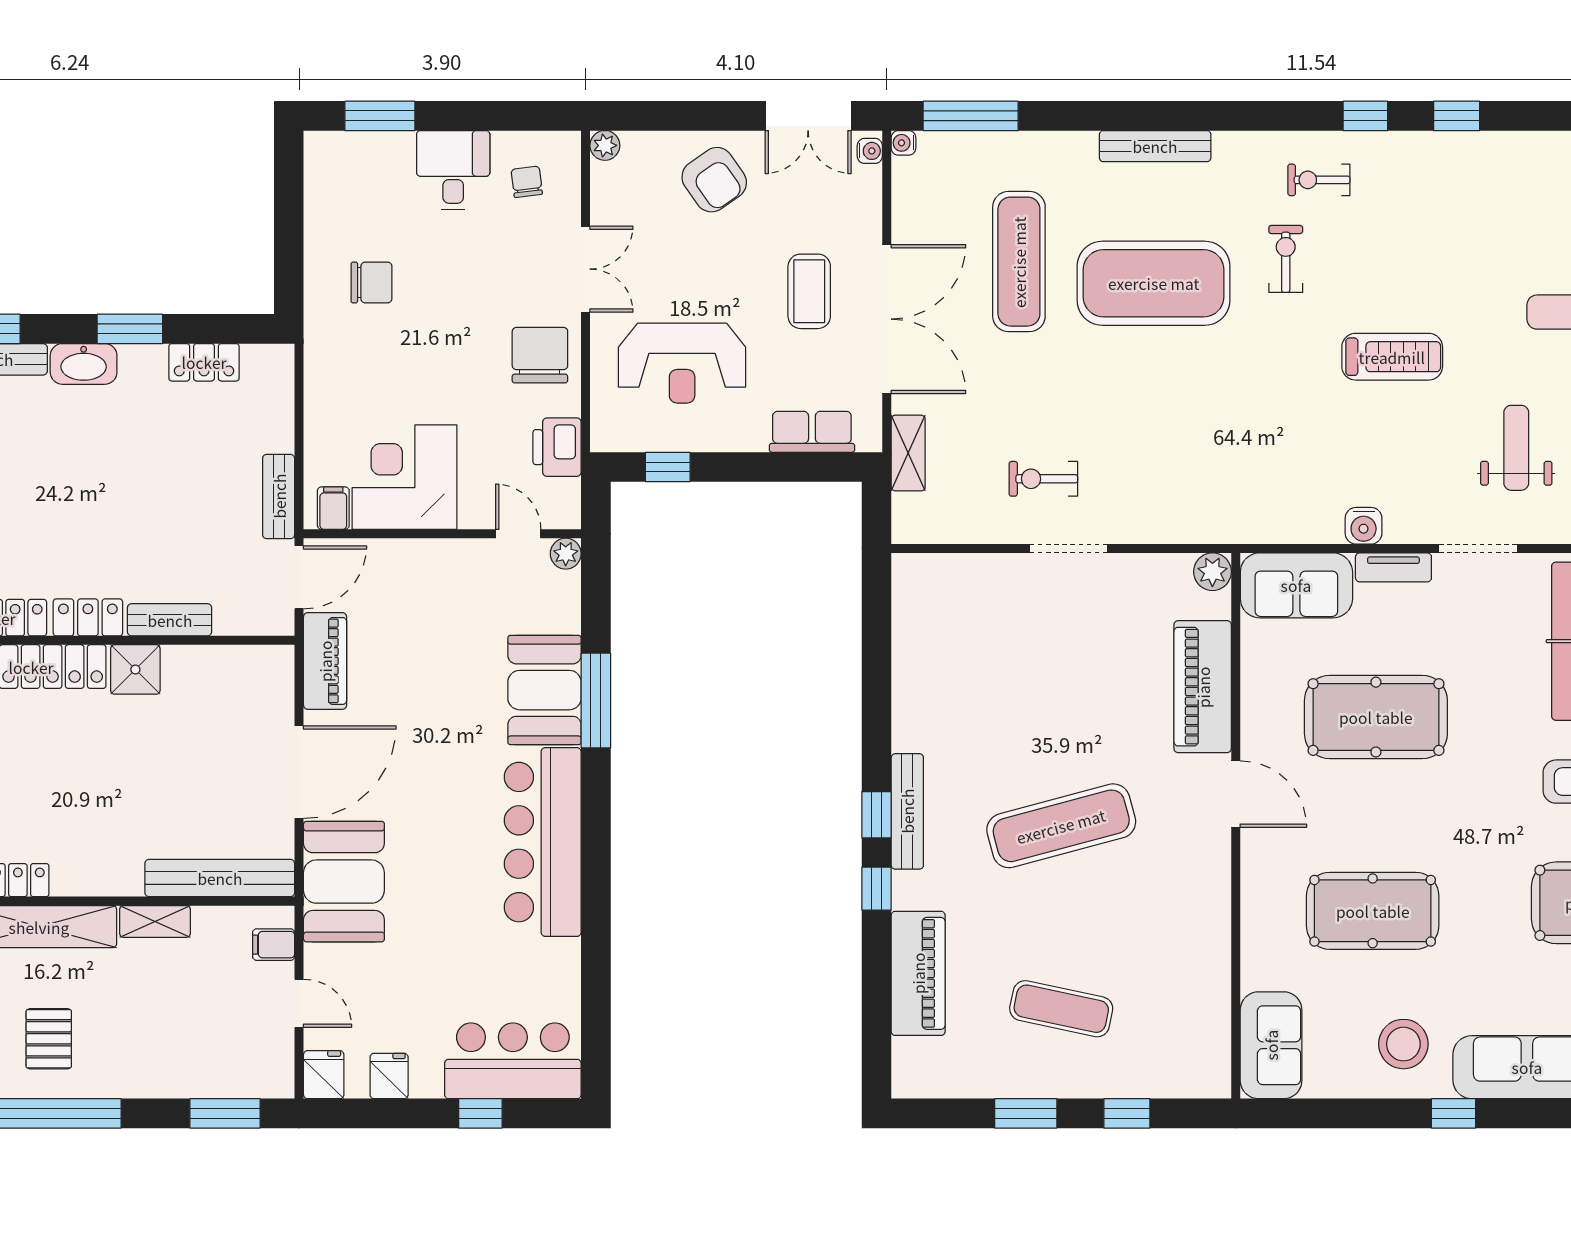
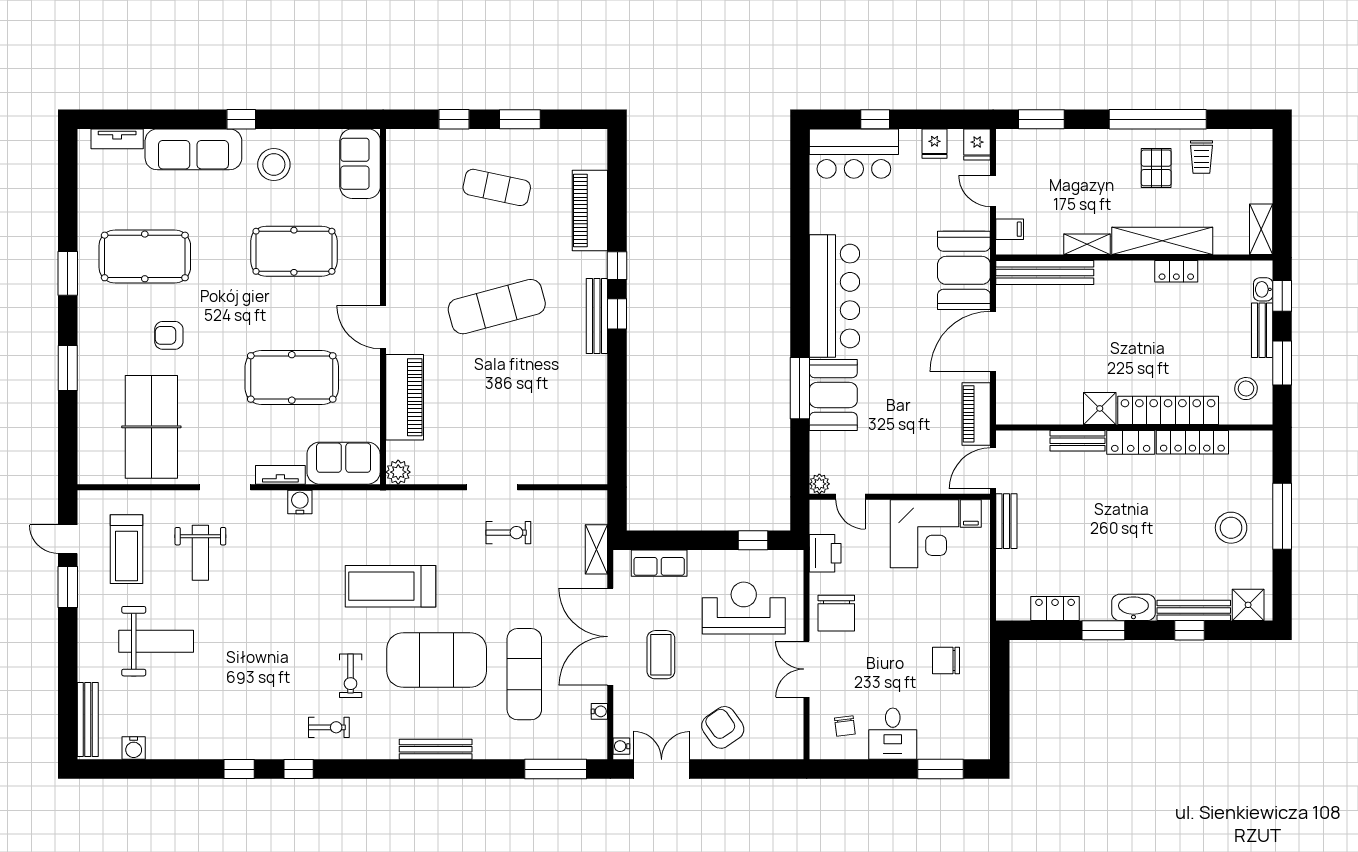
water cooler: (904, 143) -> (599, 711), moved
plant: (605, 145) -> (794, 750), removed
treadmill: (1392, 357) -> (390, 586), moved, width x1.37, depth x1.38

